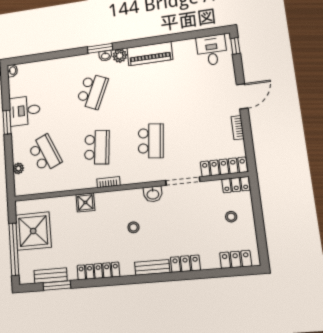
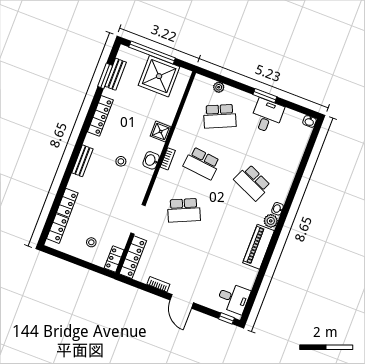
window: (100, 48) -> (287, 207), removed
school desk: (151, 141) -> (184, 210), turned -30
washbasin: (153, 194) -> (151, 160), moved
locker: (185, 264) -> (67, 203), moved

